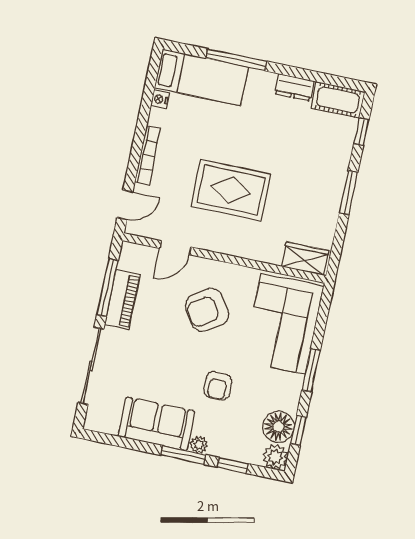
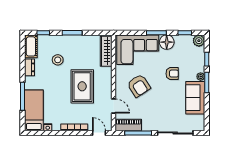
stool: (298, 150) -> (58, 60), added
wardrobe: (305, 259) -> (106, 51), width x1.50
piano: (123, 300) -> (128, 125), moved
floor lamp: (278, 427) -> (167, 42), moved

